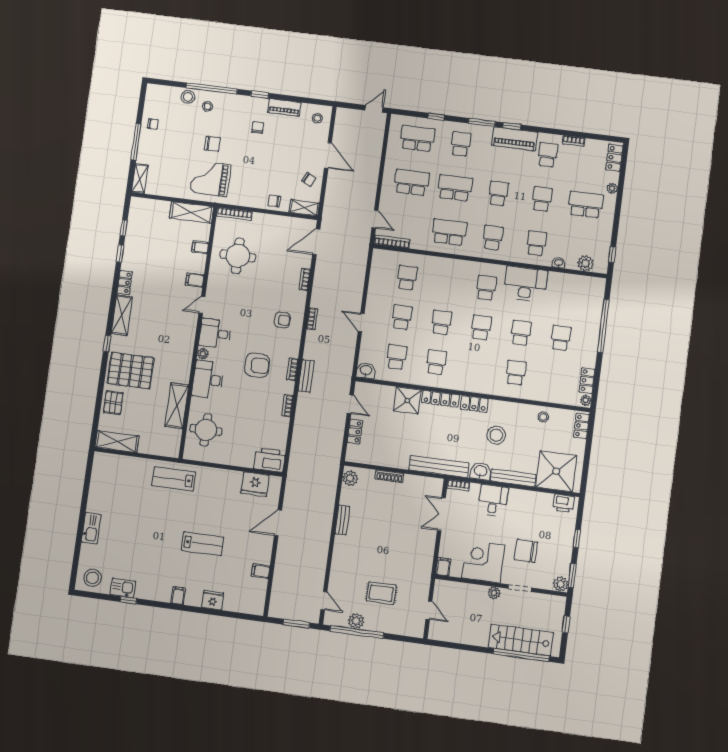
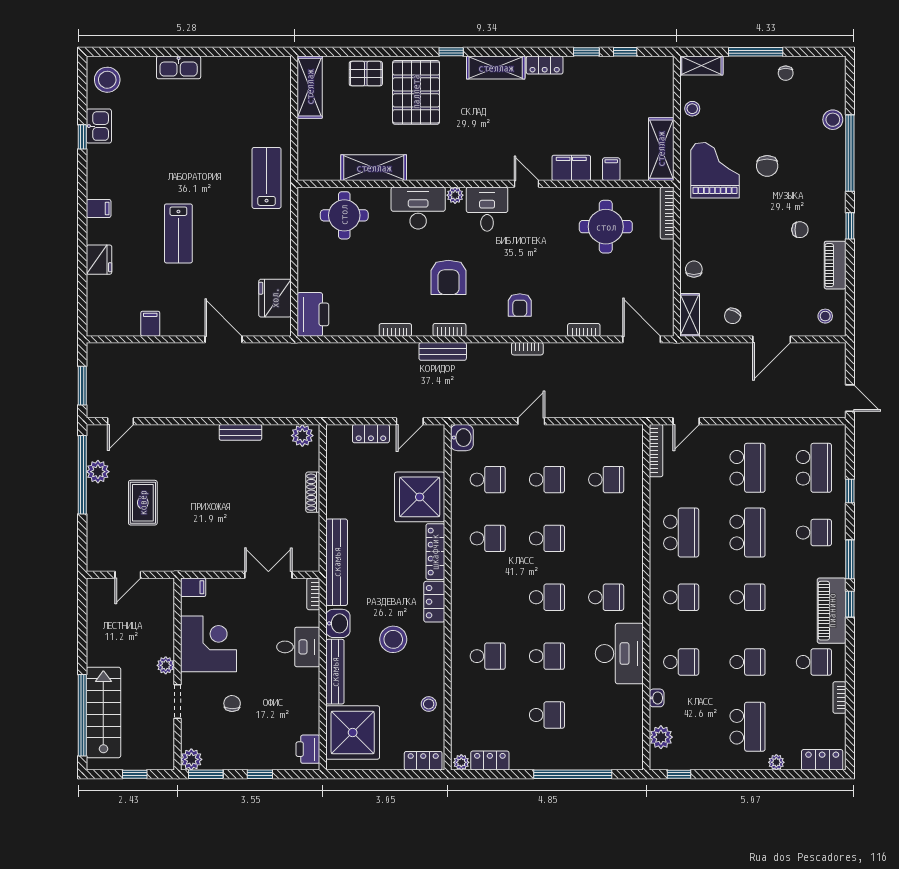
stool: (208, 106) -> (692, 109), moved
filing cabinet: (195, 280) -> (571, 168), width x2.00
shower: (407, 401) -> (420, 497), width x1.37, depth x1.37
chair: (526, 551) -> (232, 704), width x0.54, depth x0.54

